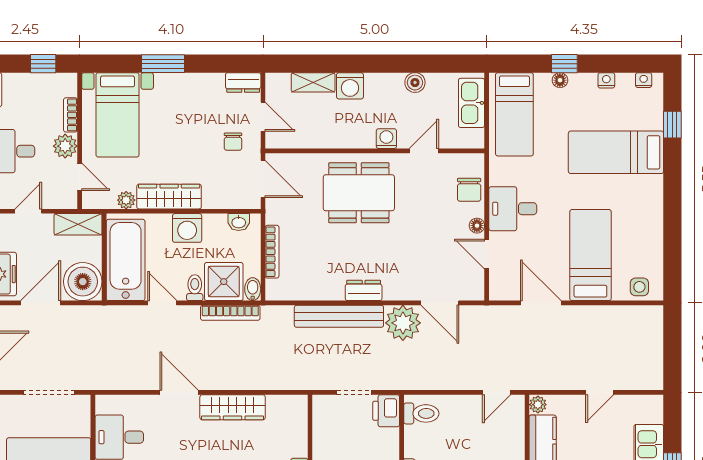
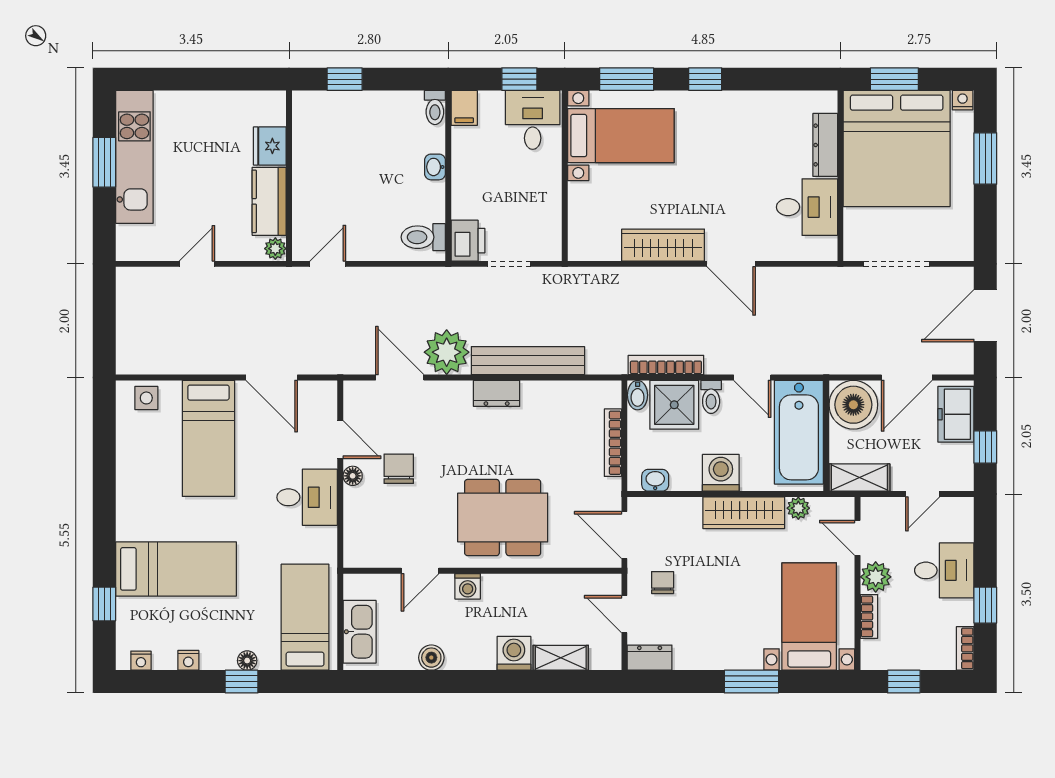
chair: (469, 190) -> (399, 469), moved

